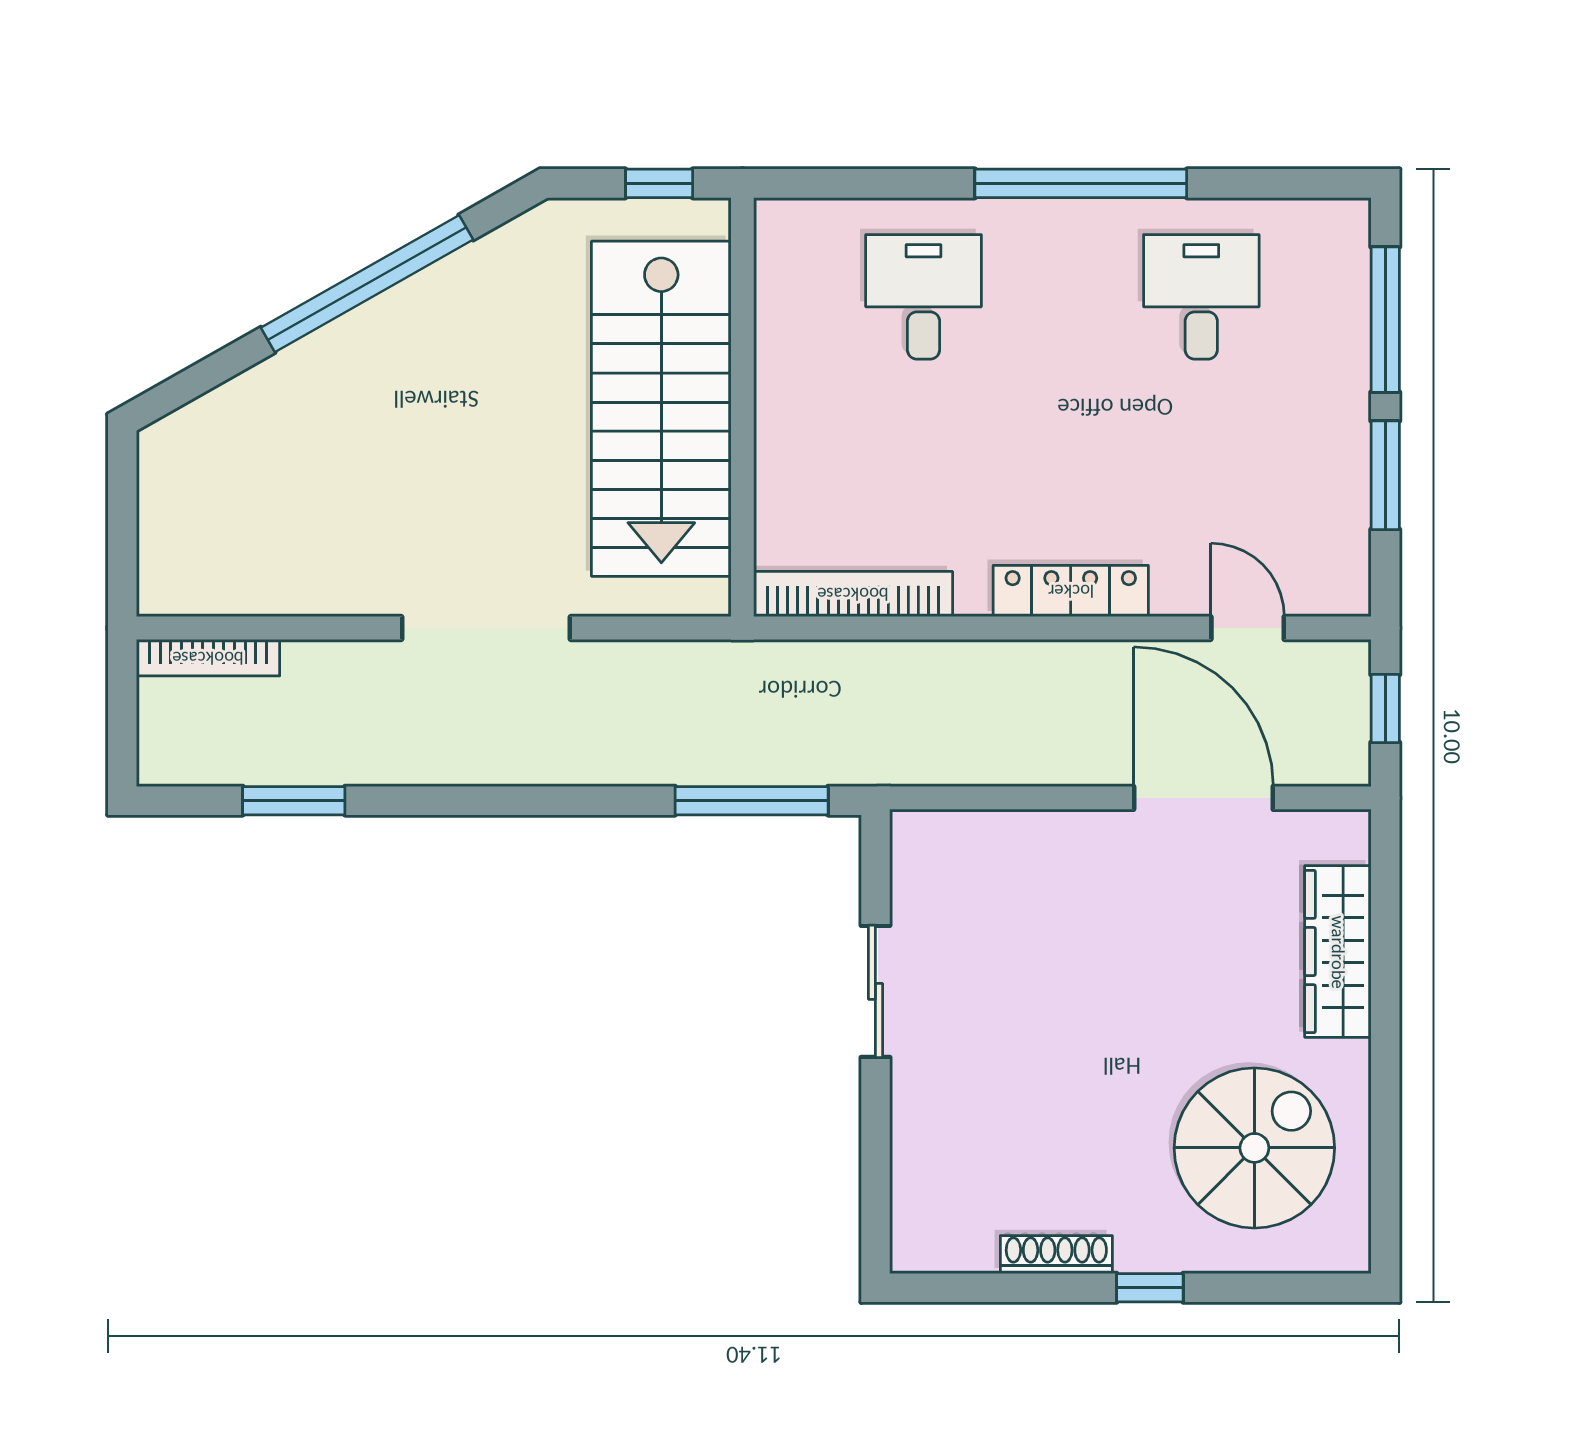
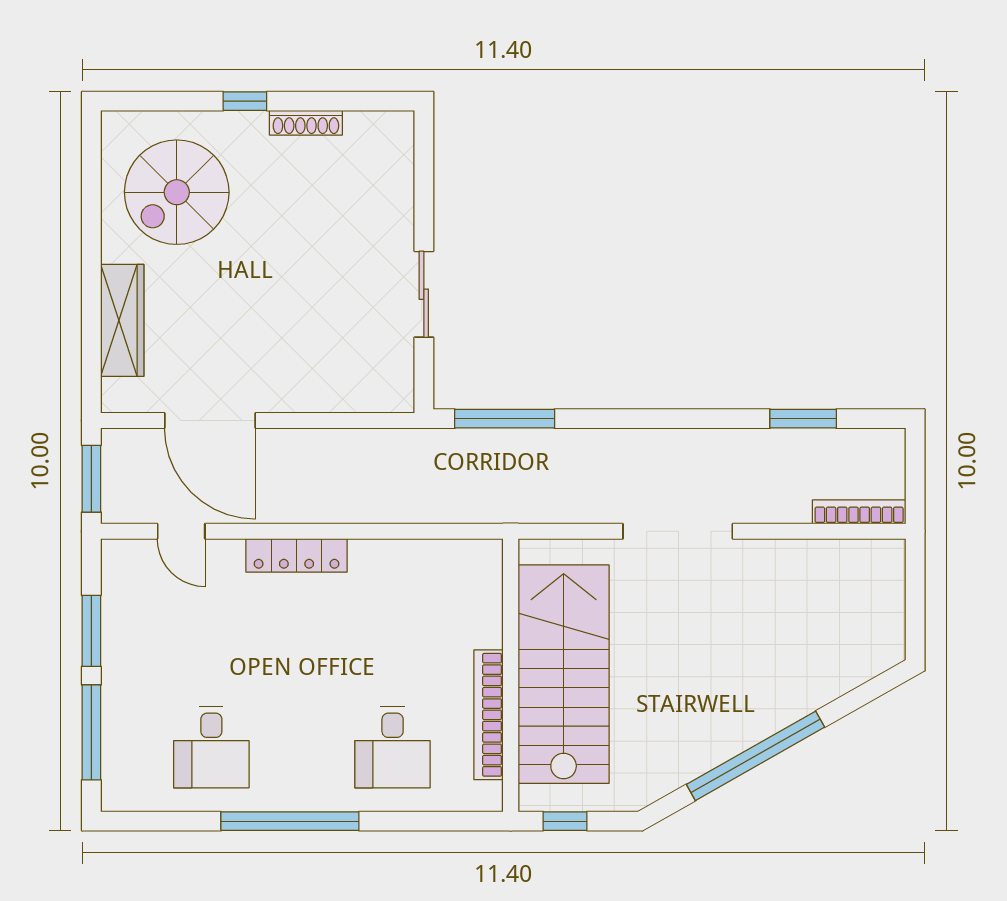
bookcase: (853, 594) -> (489, 715), moved, turned 90
window: (1385, 709) -> (91, 479), width x1.50

